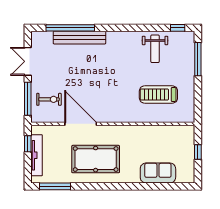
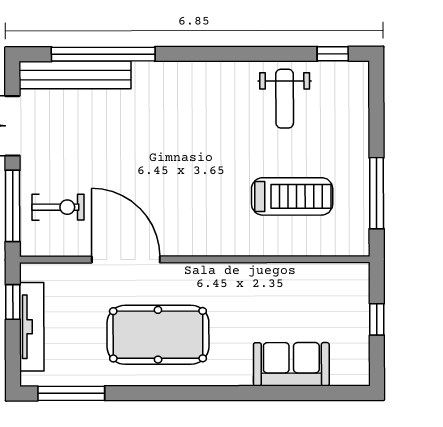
bench: (79, 38) -> (75, 75), moved
window: (198, 59) -> (377, 193), moved
treadmill: (158, 94) -> (292, 196), turned 180

